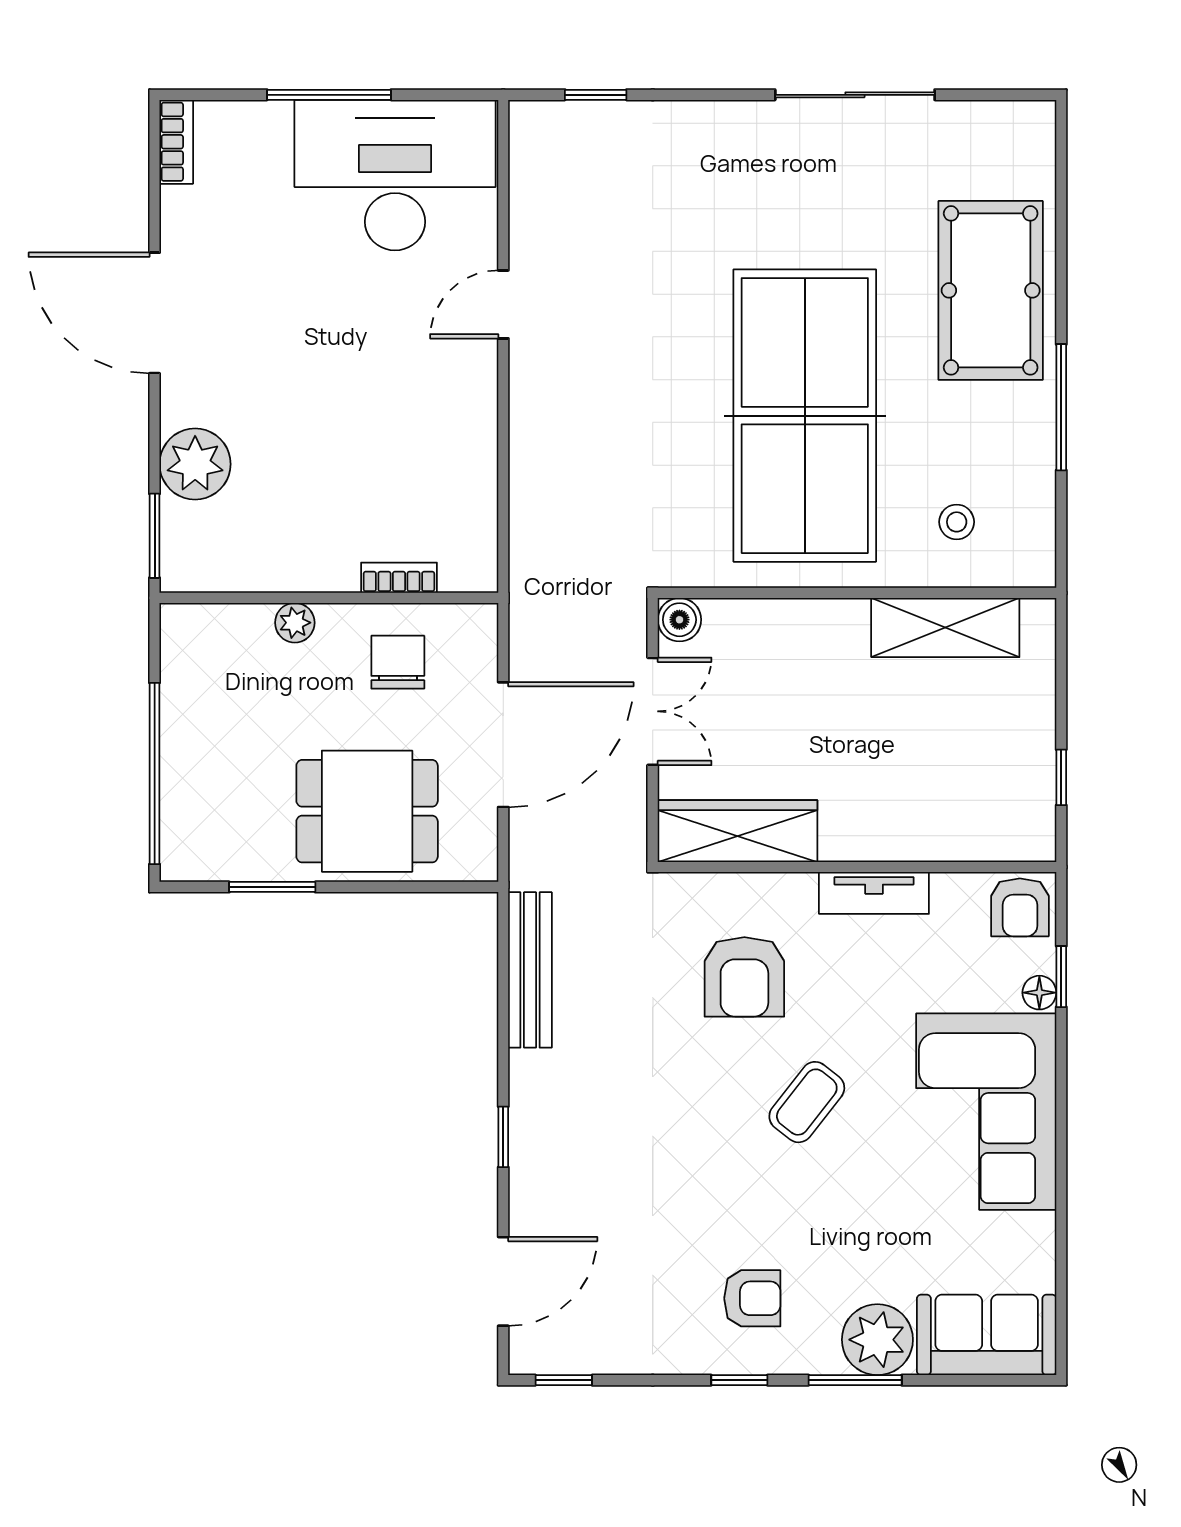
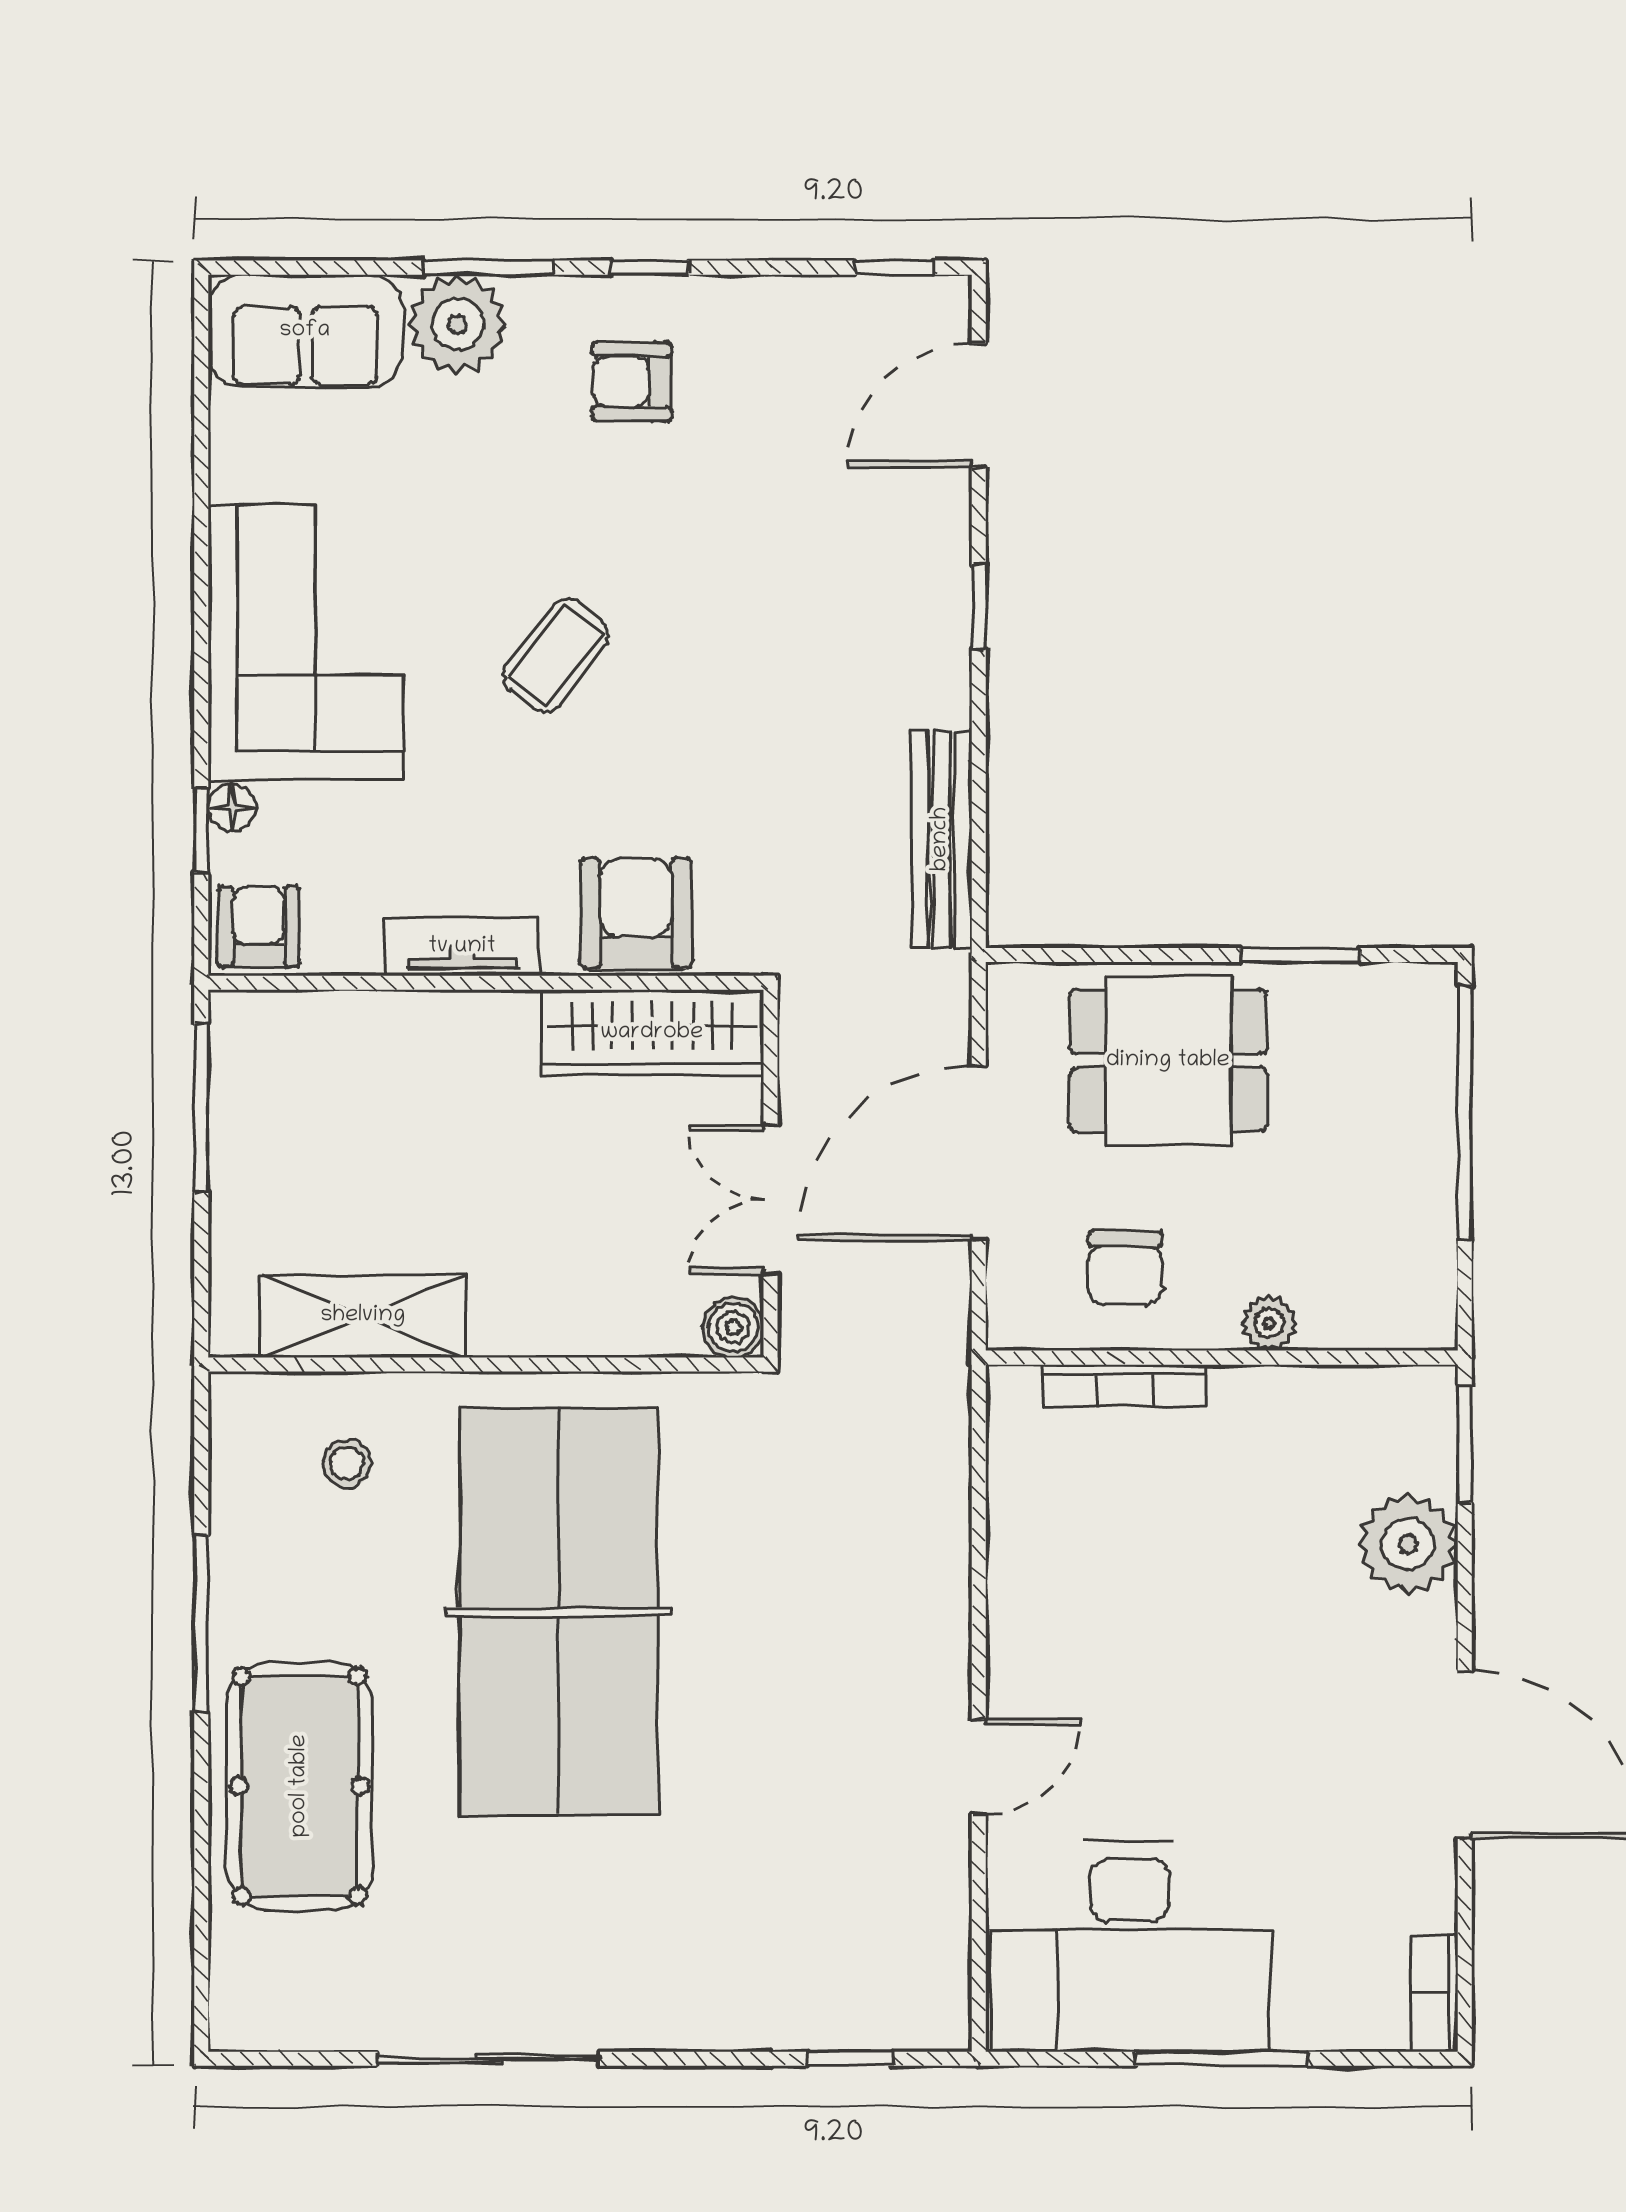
bookcase: (399, 578) -> (1124, 1386), width x1.56
window: (1061, 777) -> (201, 1108), width x2.17
armchair: (744, 977) -> (636, 913), moved

